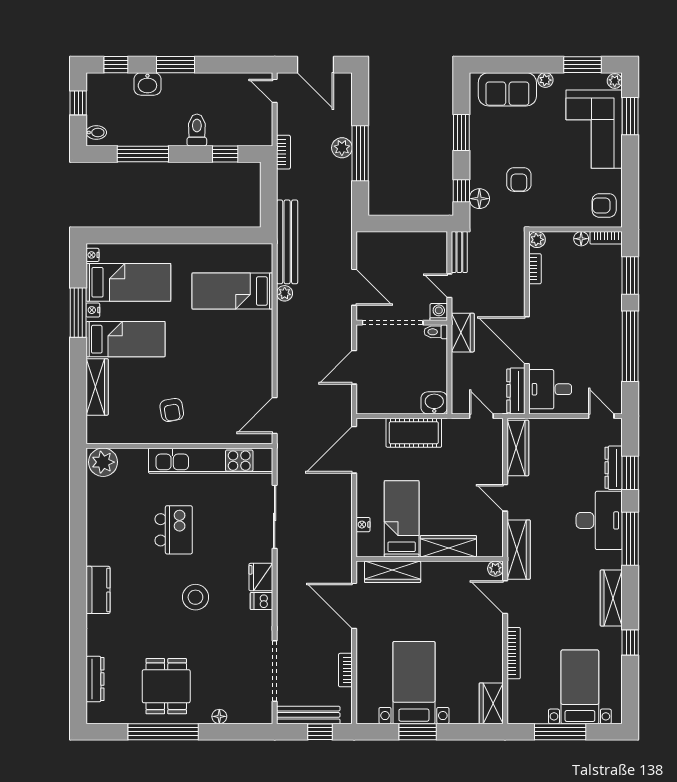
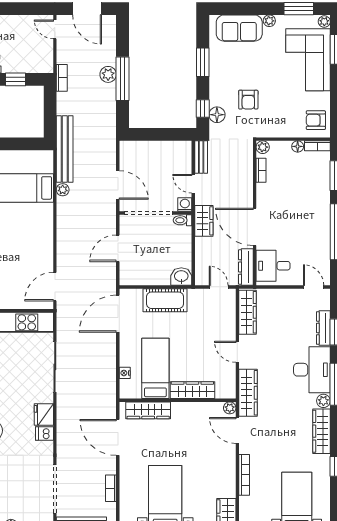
plant: (614, 560) -> (323, 401), added

